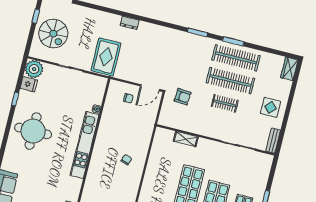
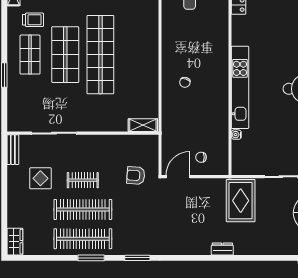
display table: (271, 107) -> (40, 178), moved
shelving: (186, 139) -> (143, 125), moved

